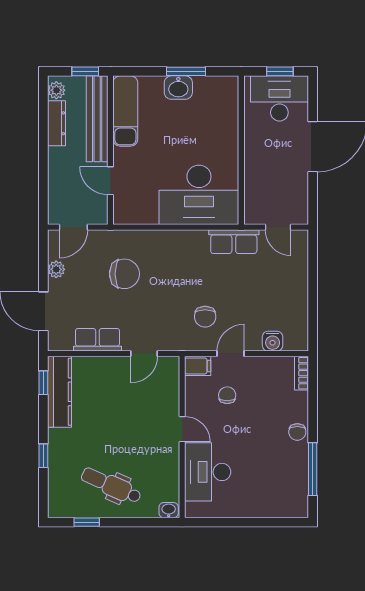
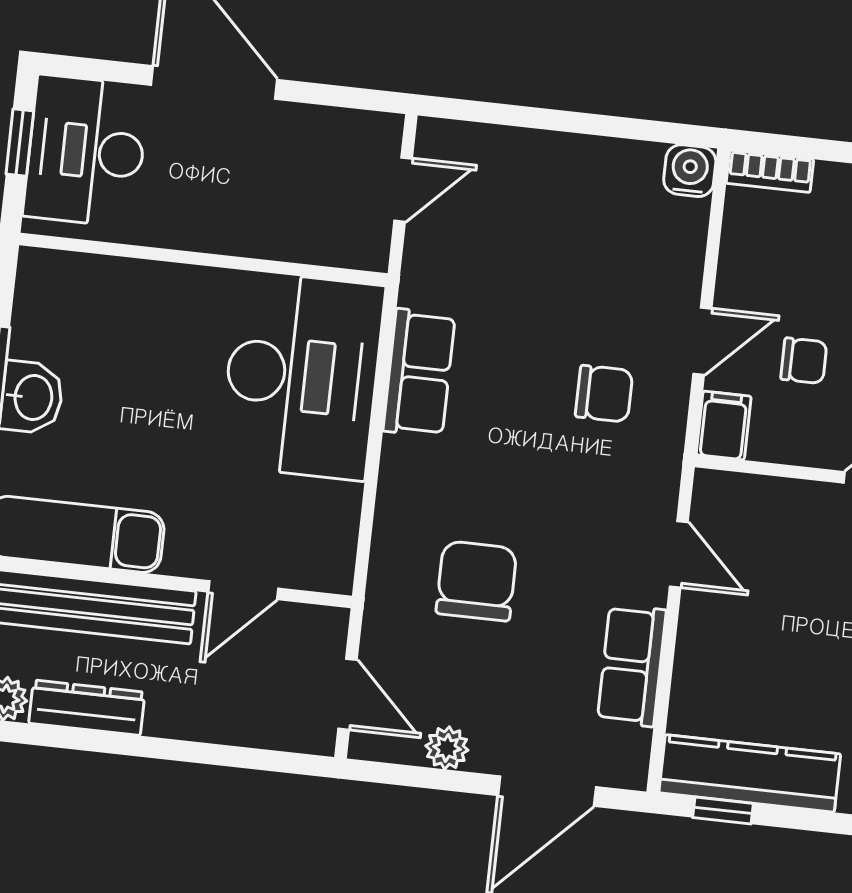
row of seats: (234, 242) -> (419, 373), moved
water cooler: (273, 341) -> (690, 171), moved, turned -90
door: (231, 354) -> (702, 341), swing flipped
chair: (227, 395) -> (804, 361), turned 180

